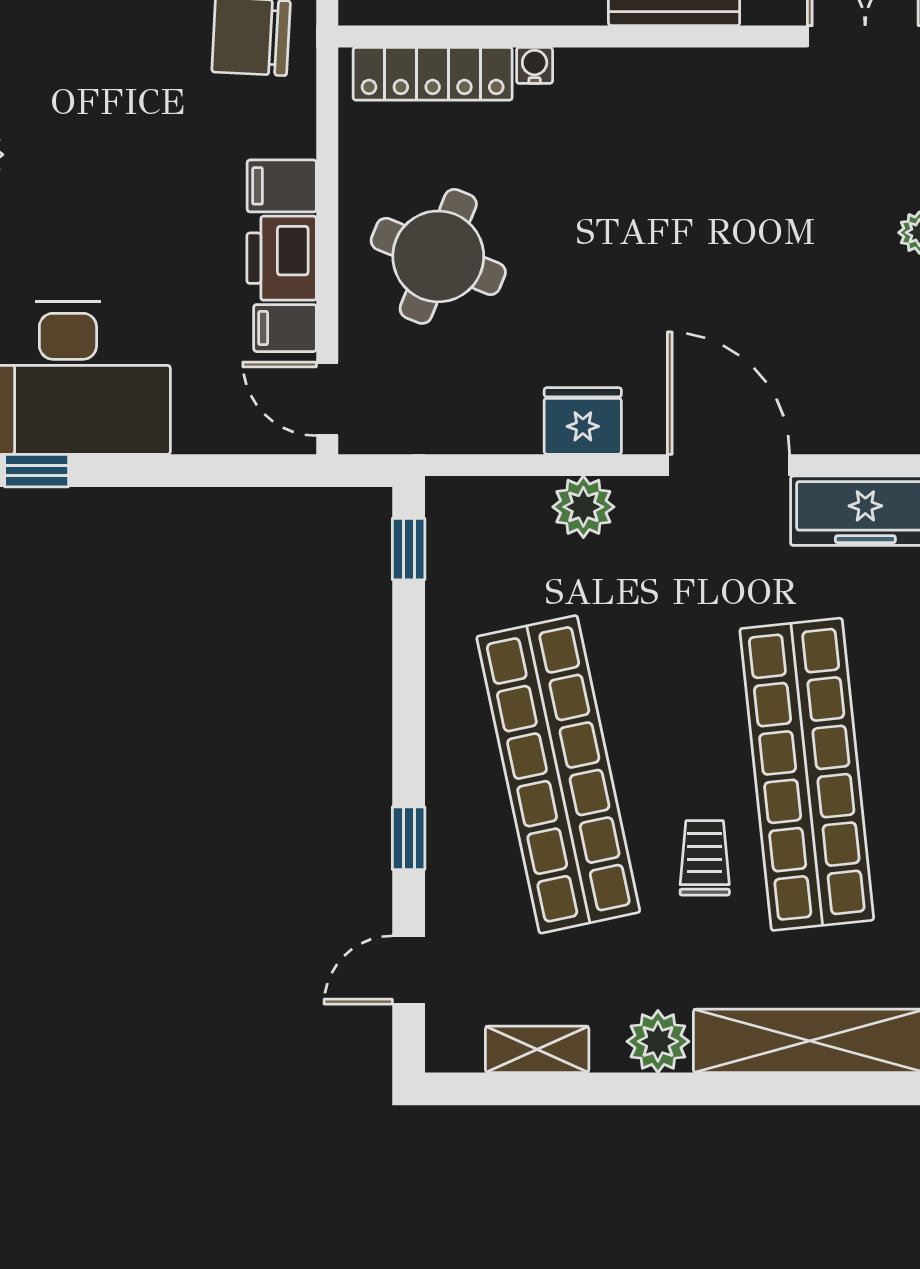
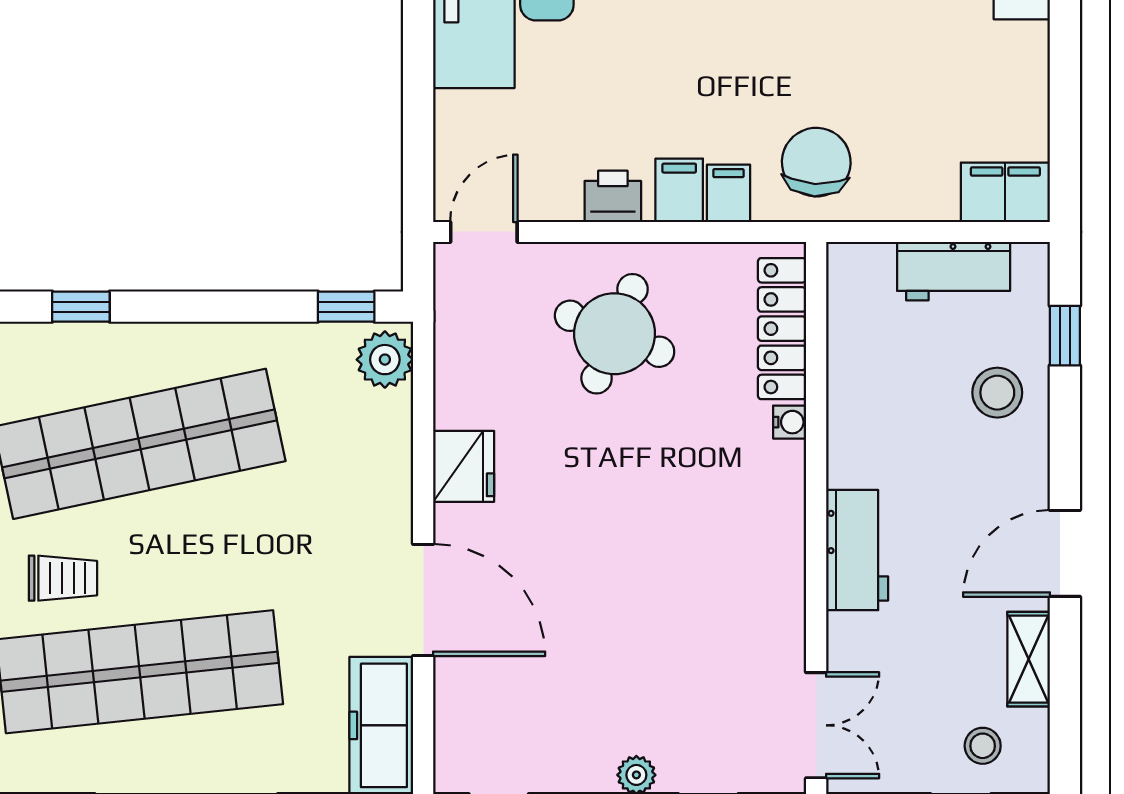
printer: (282, 258) -> (613, 196), width x0.73, depth x0.81
filing cabinet: (285, 328) -> (728, 193), moved
door: (728, 465) -> (423, 600), hinge flipped
plant: (583, 507) -> (385, 360), moved

